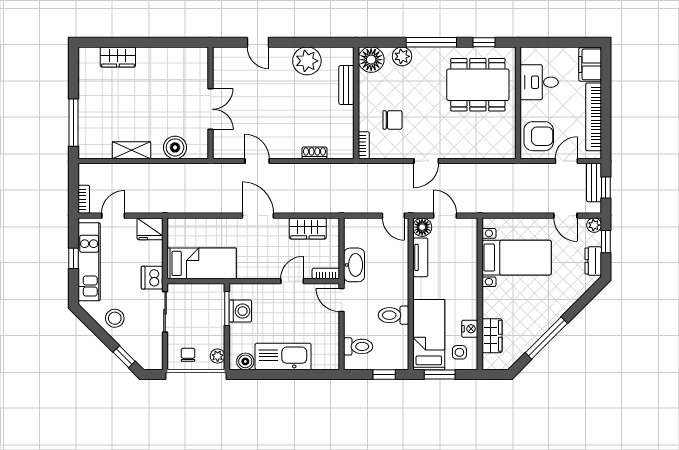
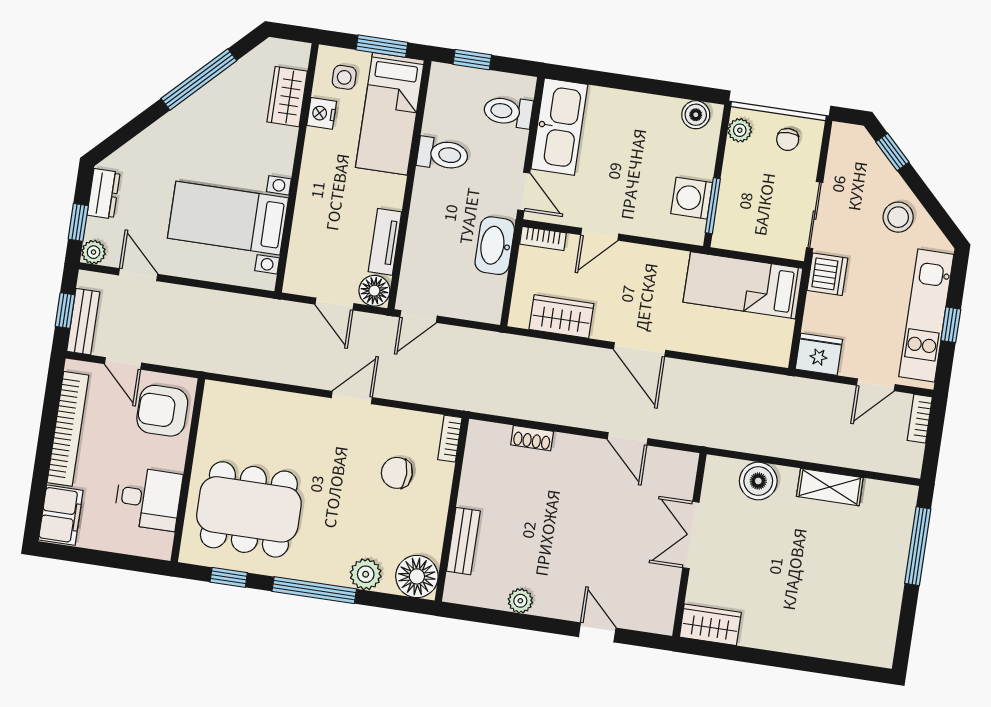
wardrobe: (118, 57) -> (710, 625), moved
plant: (307, 61) -> (520, 601), width x0.53, depth x0.53
door: (566, 161) -> (123, 363), hinge flipped
door: (393, 216) -> (419, 316), swing flipped
kitchen sink: (283, 357) -> (559, 127), moved, turned -90

